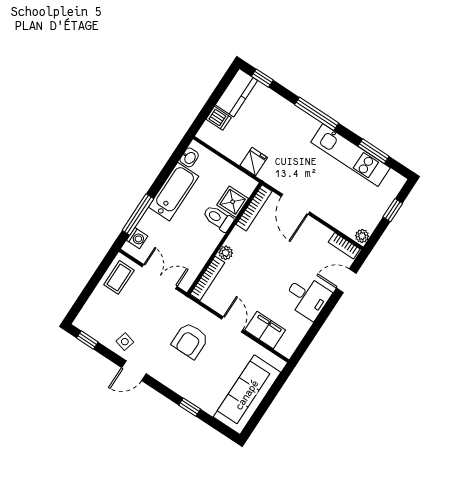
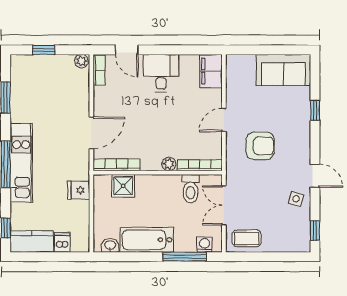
kitchen unit: (350, 155) -> (21, 163), moved
toilet: (218, 218) -> (191, 189), moved
filing cabinet: (265, 330) -> (211, 71), moved
sofa: (247, 395) -> (283, 70), width x0.73

